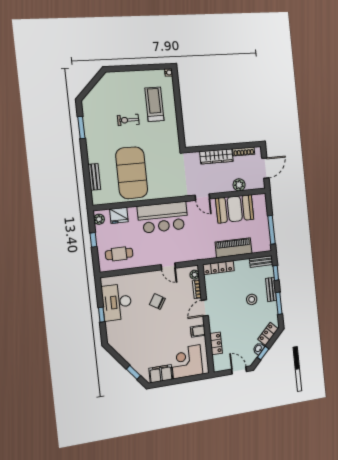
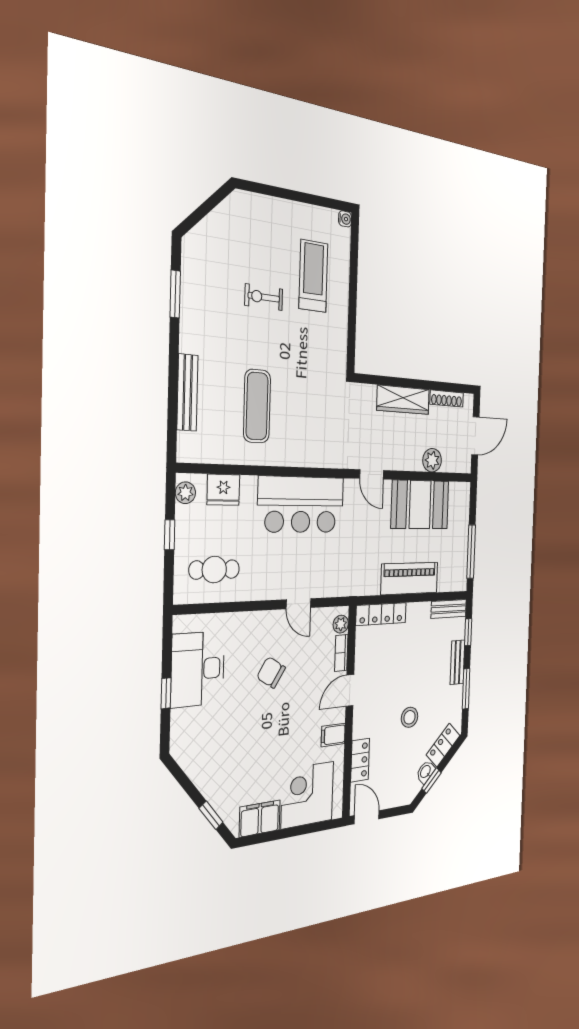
exercise mat: (132, 173) -> (257, 406), width x0.50, depth x0.69
bench: (94, 177) -> (187, 393), width x1.36
stool: (252, 299) -> (410, 717), moved
door: (239, 370) -> (367, 817), moved

